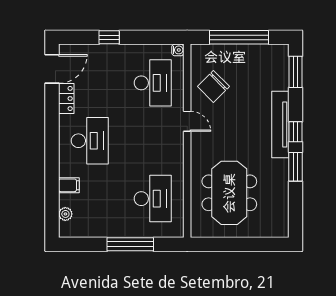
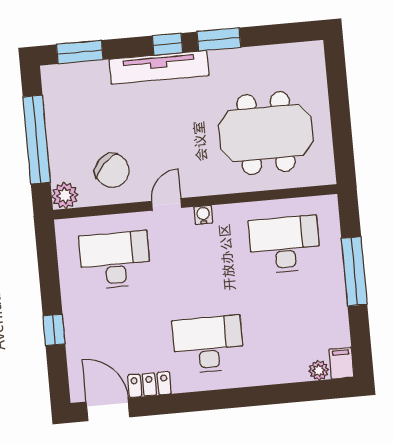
water cooler: (178, 50) -> (203, 215), moved
plant: (199, 53) -> (65, 195), added
filing cabinet: (69, 185) -> (341, 363), moved

